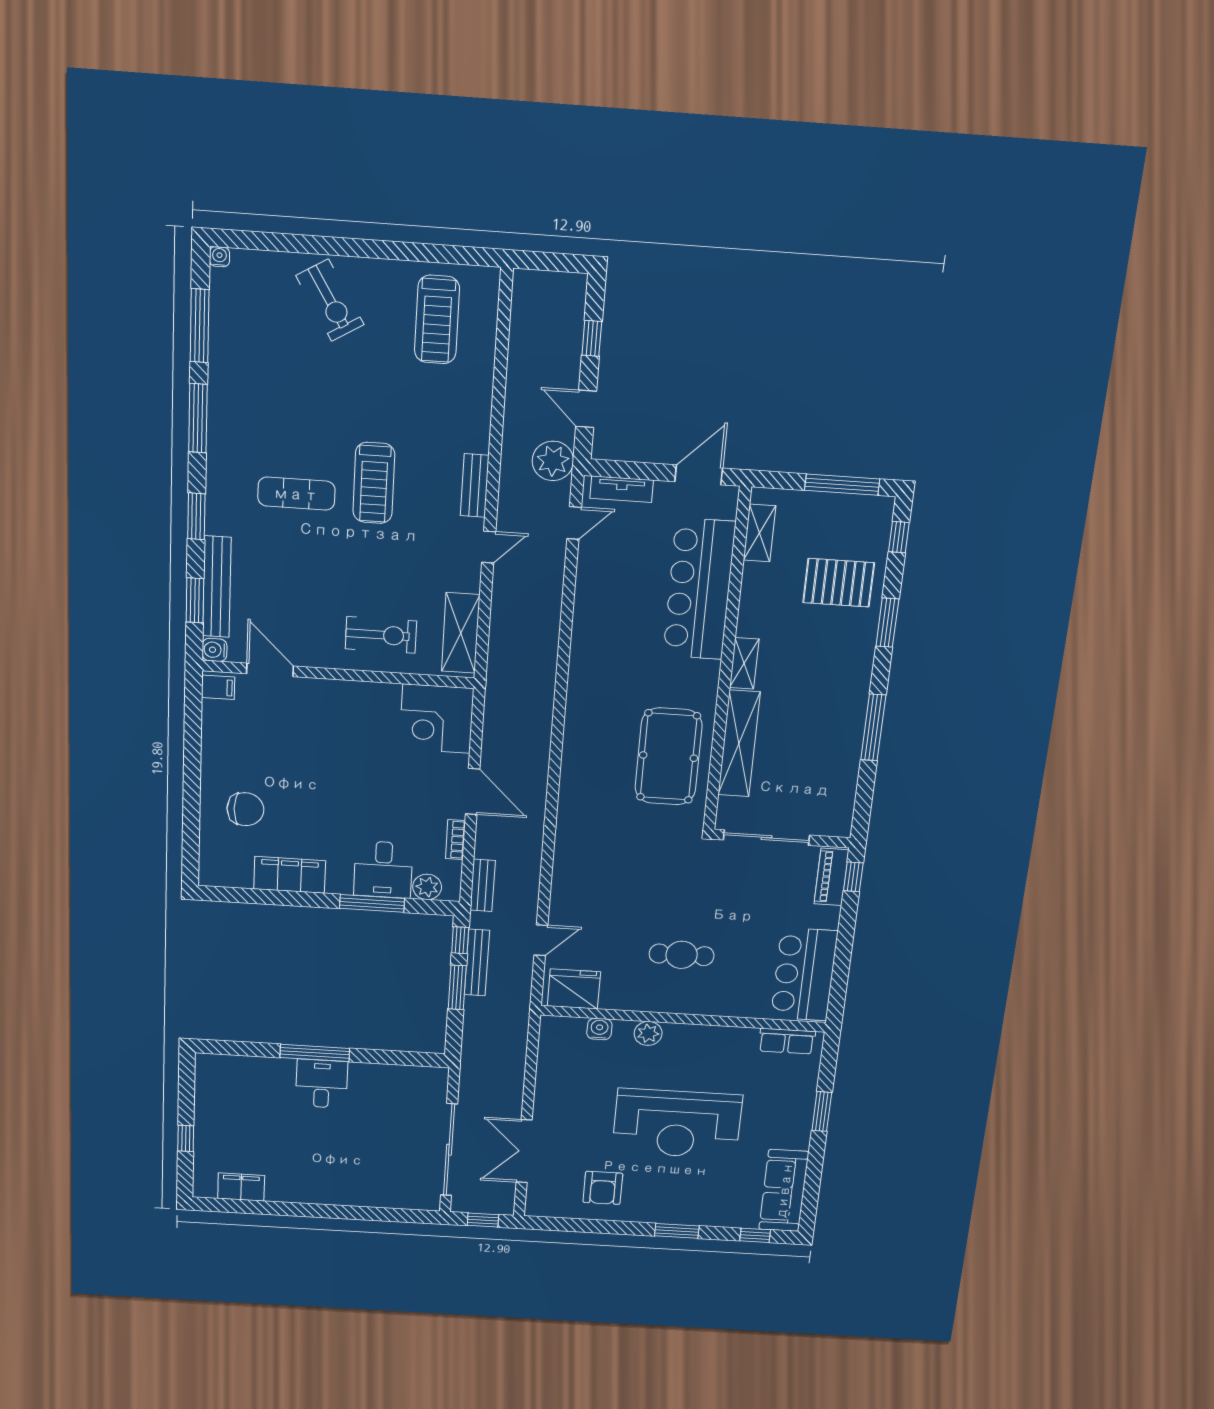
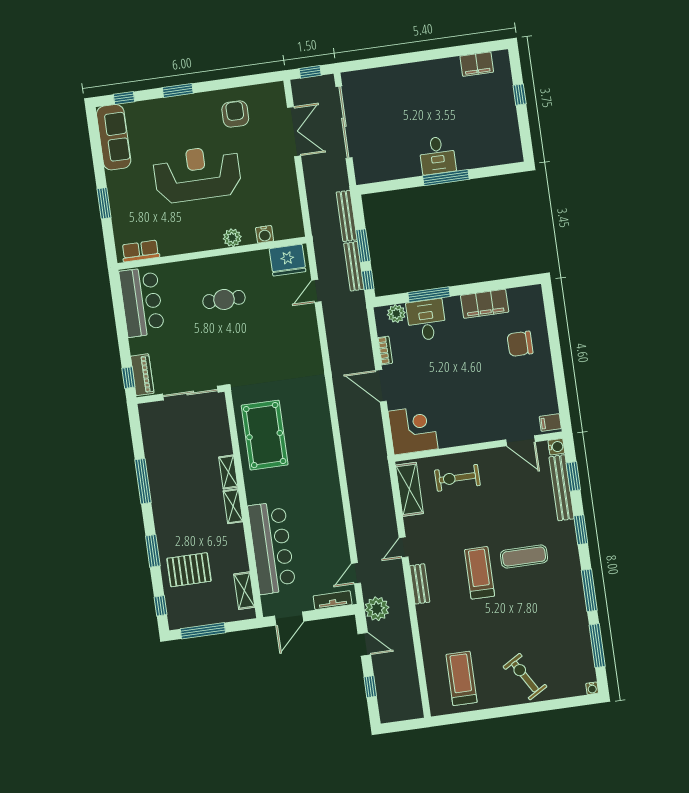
shelving: (739, 744) -> (228, 472), width x0.45, depth x0.75
bench: (483, 885) -> (347, 216), moved, width x1.36

